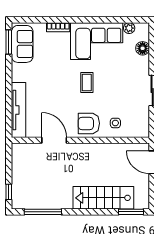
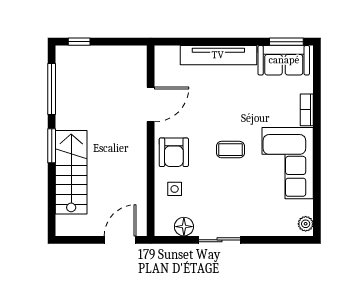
plant: (129, 28) -> (306, 224), moved
floor lamp: (143, 48) -> (184, 227), moved
tv unit: (19, 110) -> (218, 55), moved
armchair: (89, 123) -> (174, 152), turned 180
window: (131, 212) -> (52, 146), moved

